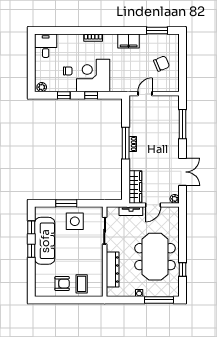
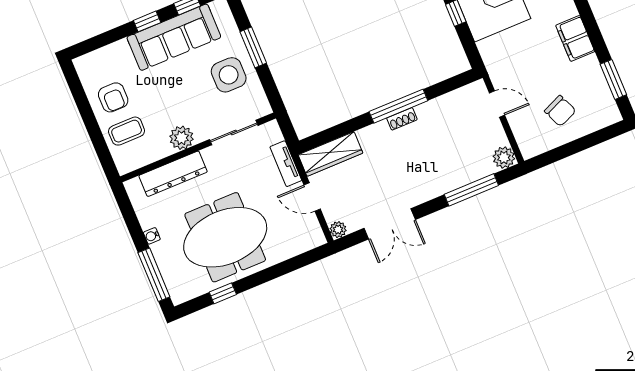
plant: (173, 101) -> (504, 158), added
plant: (96, 258) -> (181, 138), added

